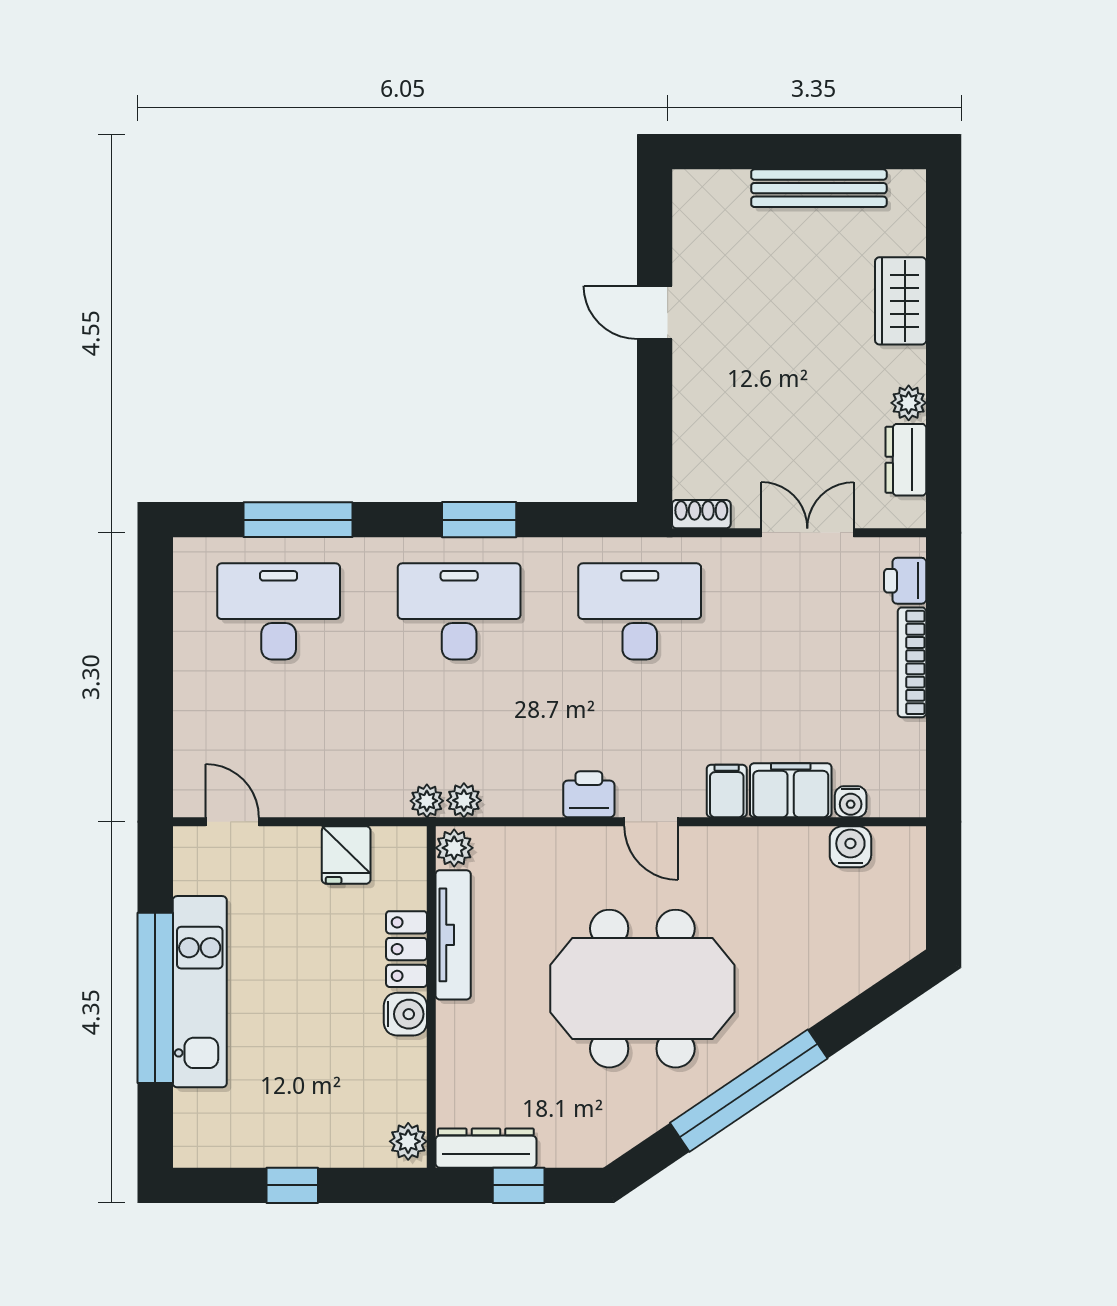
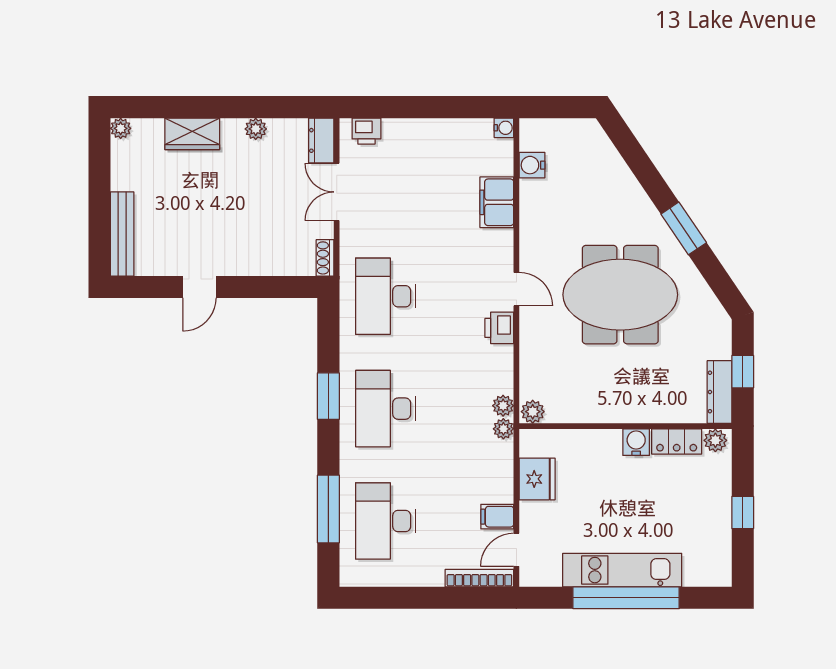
plant: (910, 186) -> (121, 128), added
bench: (819, 188) -> (122, 234), moved
dresser: (906, 460) -> (321, 140), moved, turned 90
bookcase: (912, 662) -> (479, 578), moved, turned 180
filing cabinet: (727, 791) -> (497, 517), moved
water cooler: (851, 802) -> (504, 128), moved
door: (651, 822) -> (516, 289), hinge flipped
fridge: (346, 855) -> (537, 479), width x1.38
tv unit: (453, 935) -> (587, 412), removed
locker: (406, 949) -> (677, 441), moved
meeting table: (642, 989) -> (620, 295), turned 90
window: (749, 1091) -> (684, 228), width x0.47

